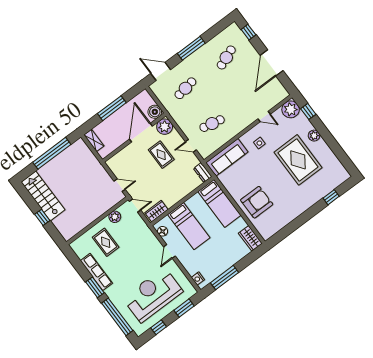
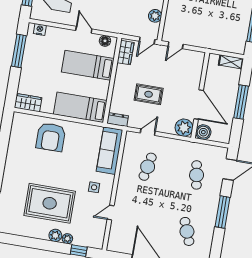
plant: (291, 109) -> (67, 239), moved, width x0.53, depth x0.53
rug: (161, 155) -> (149, 94), moved

